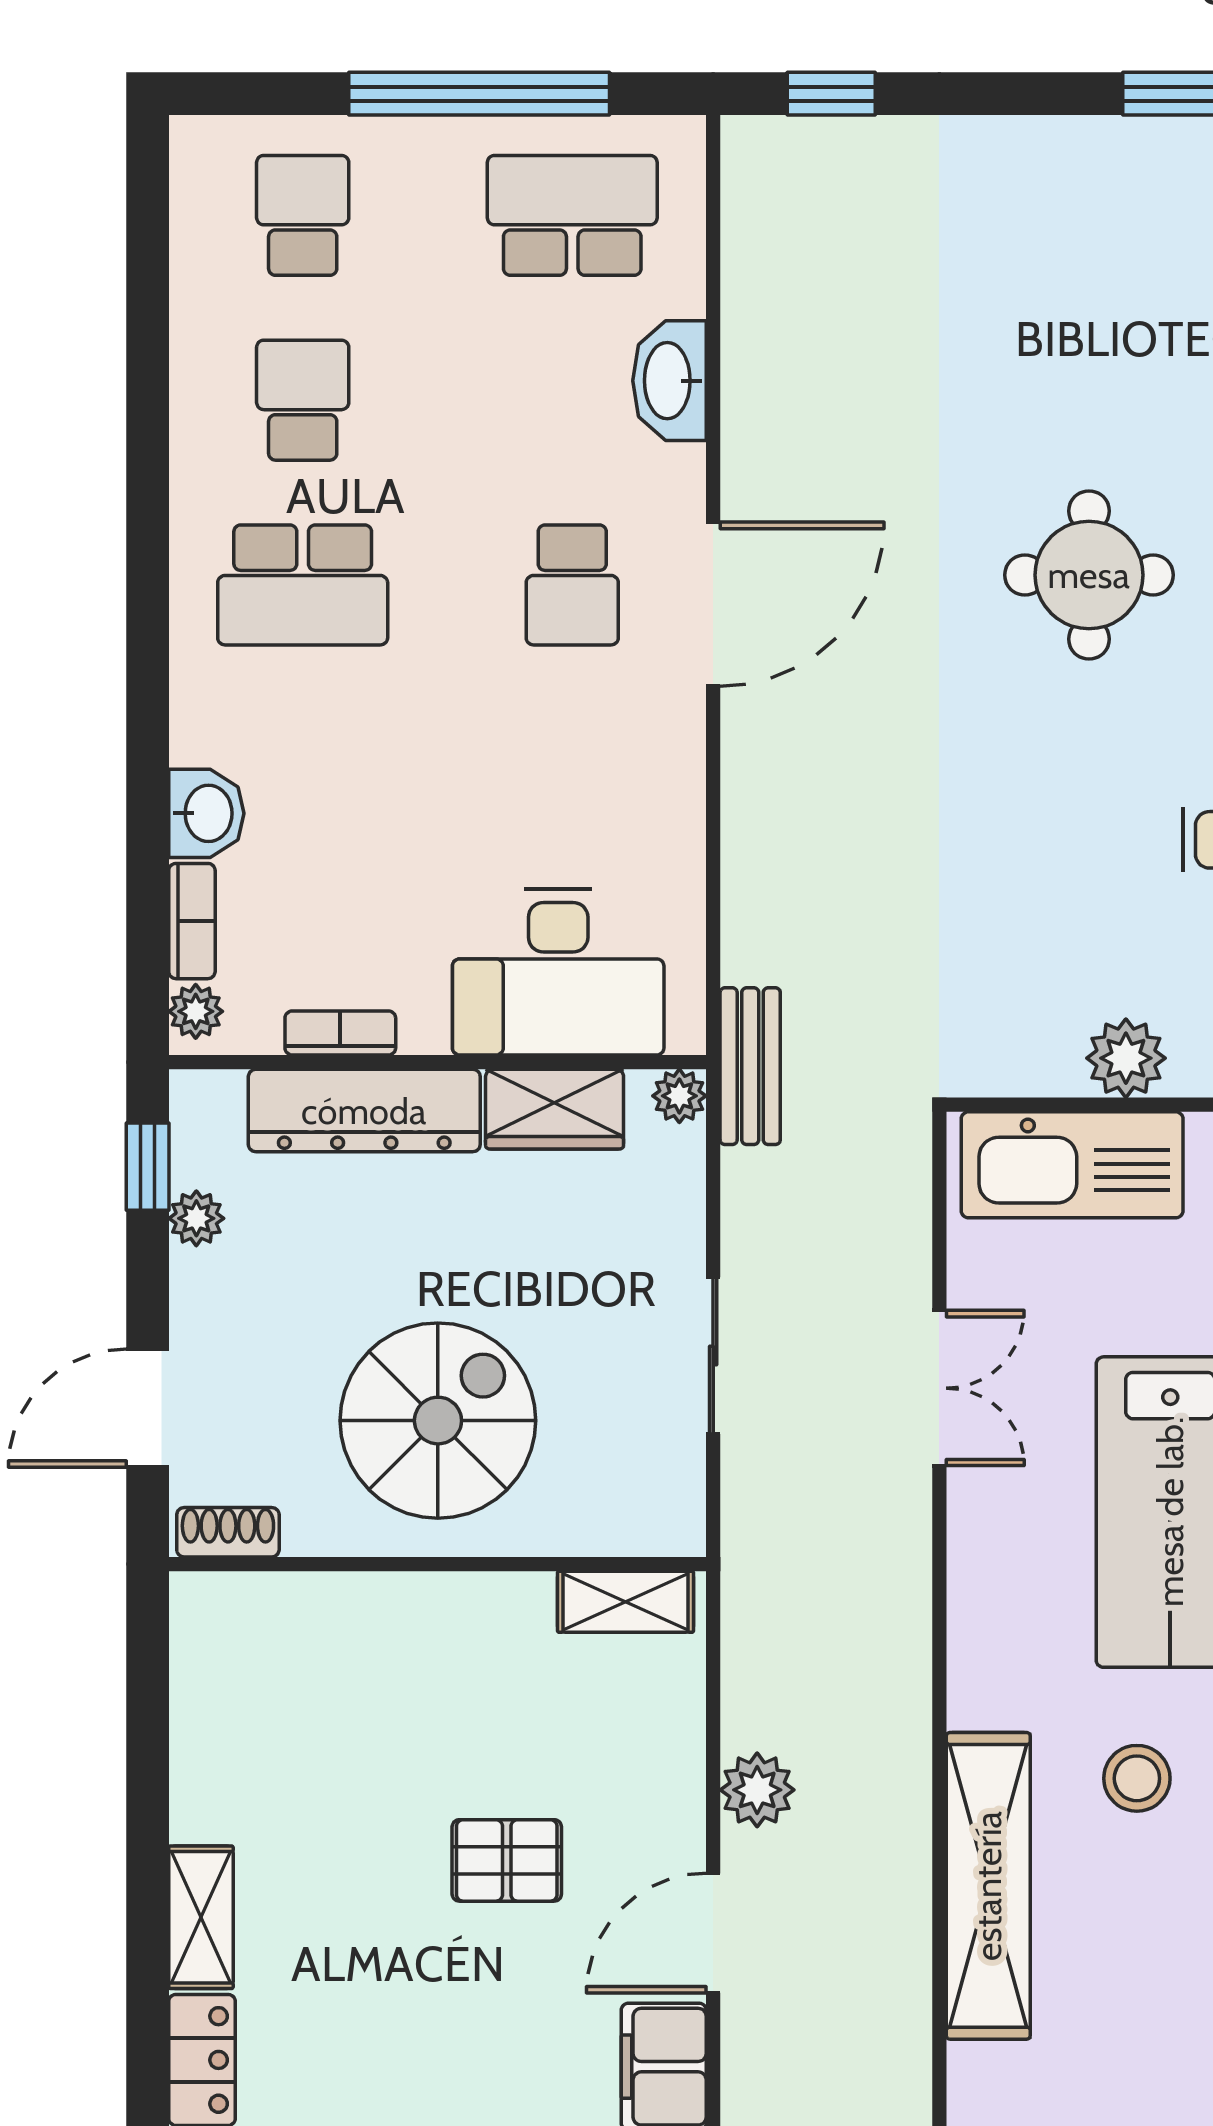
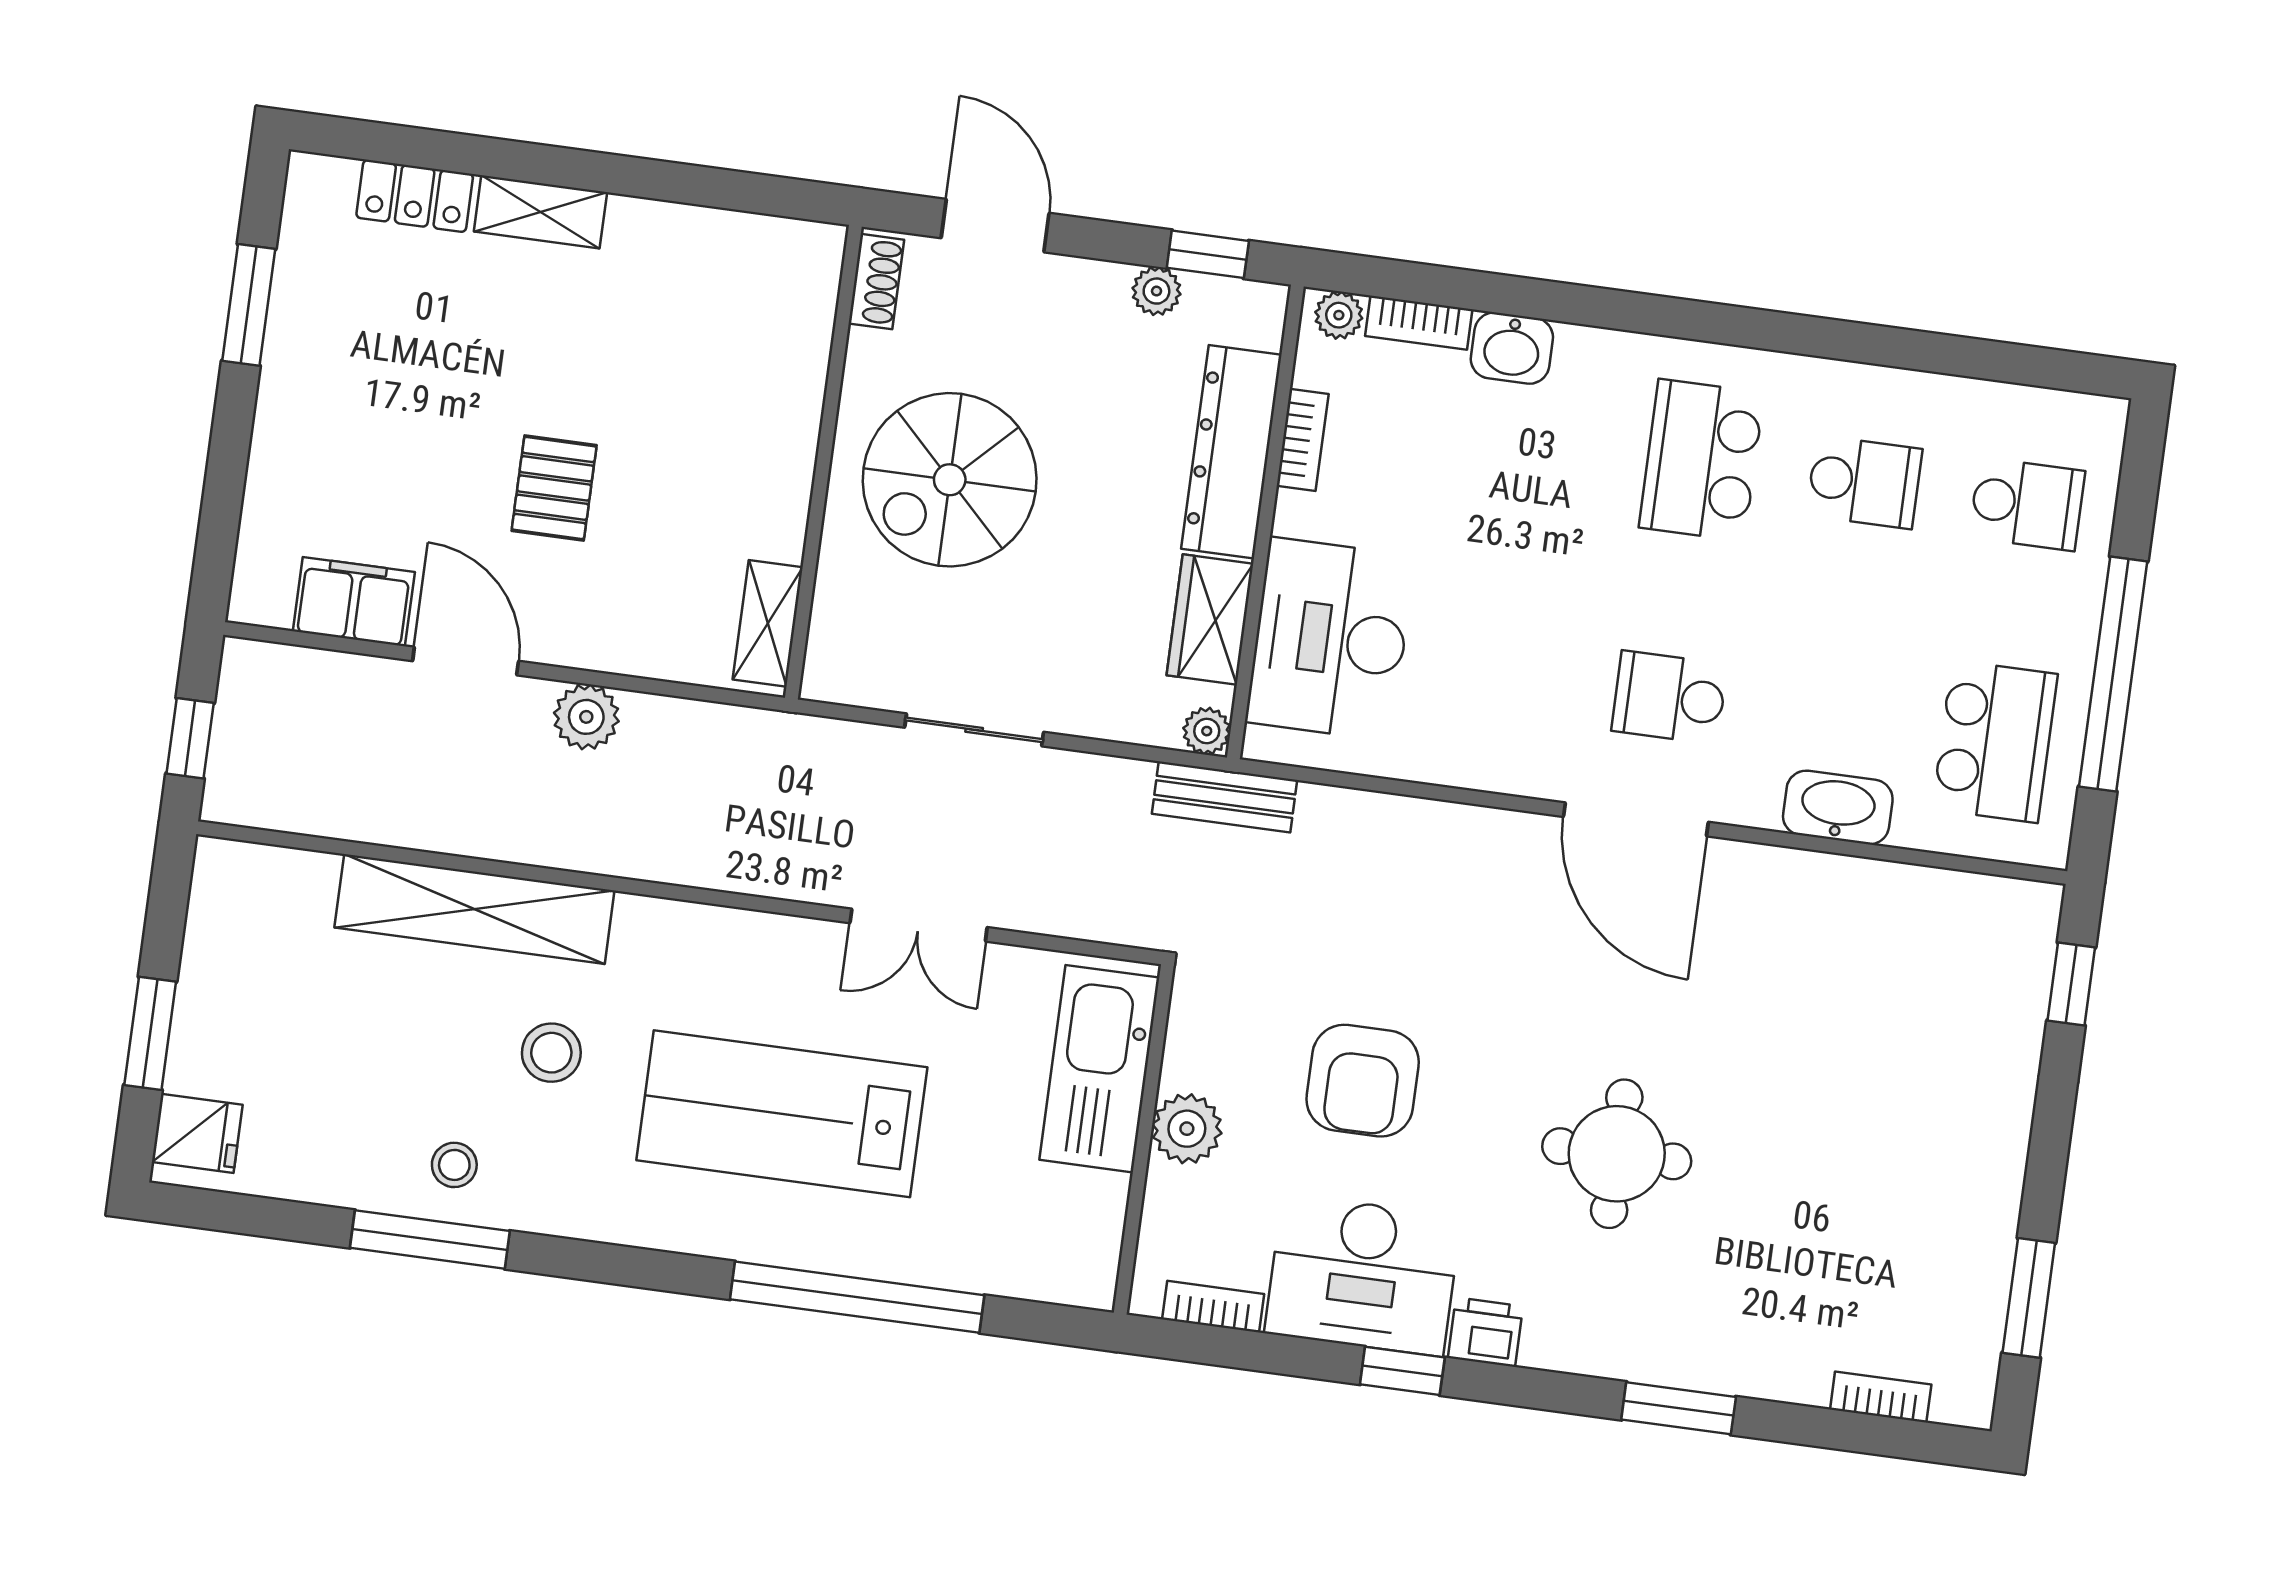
armchair: (1046, 869) -> (1363, 1081), added
spiral stairs: (438, 1421) -> (950, 480), turned 90

